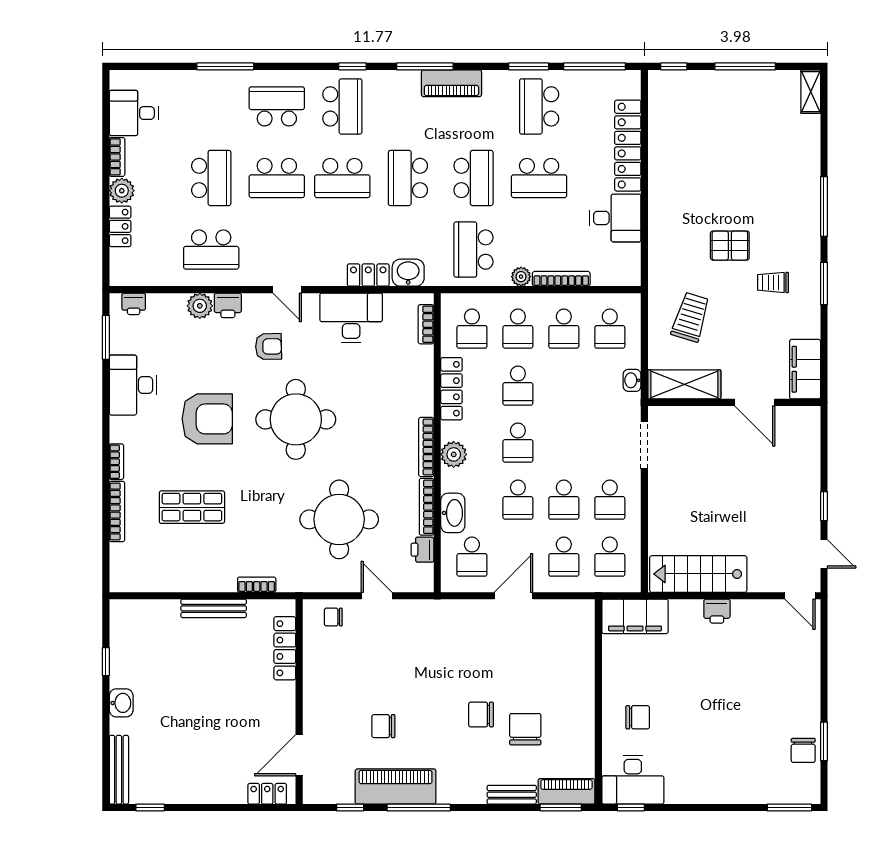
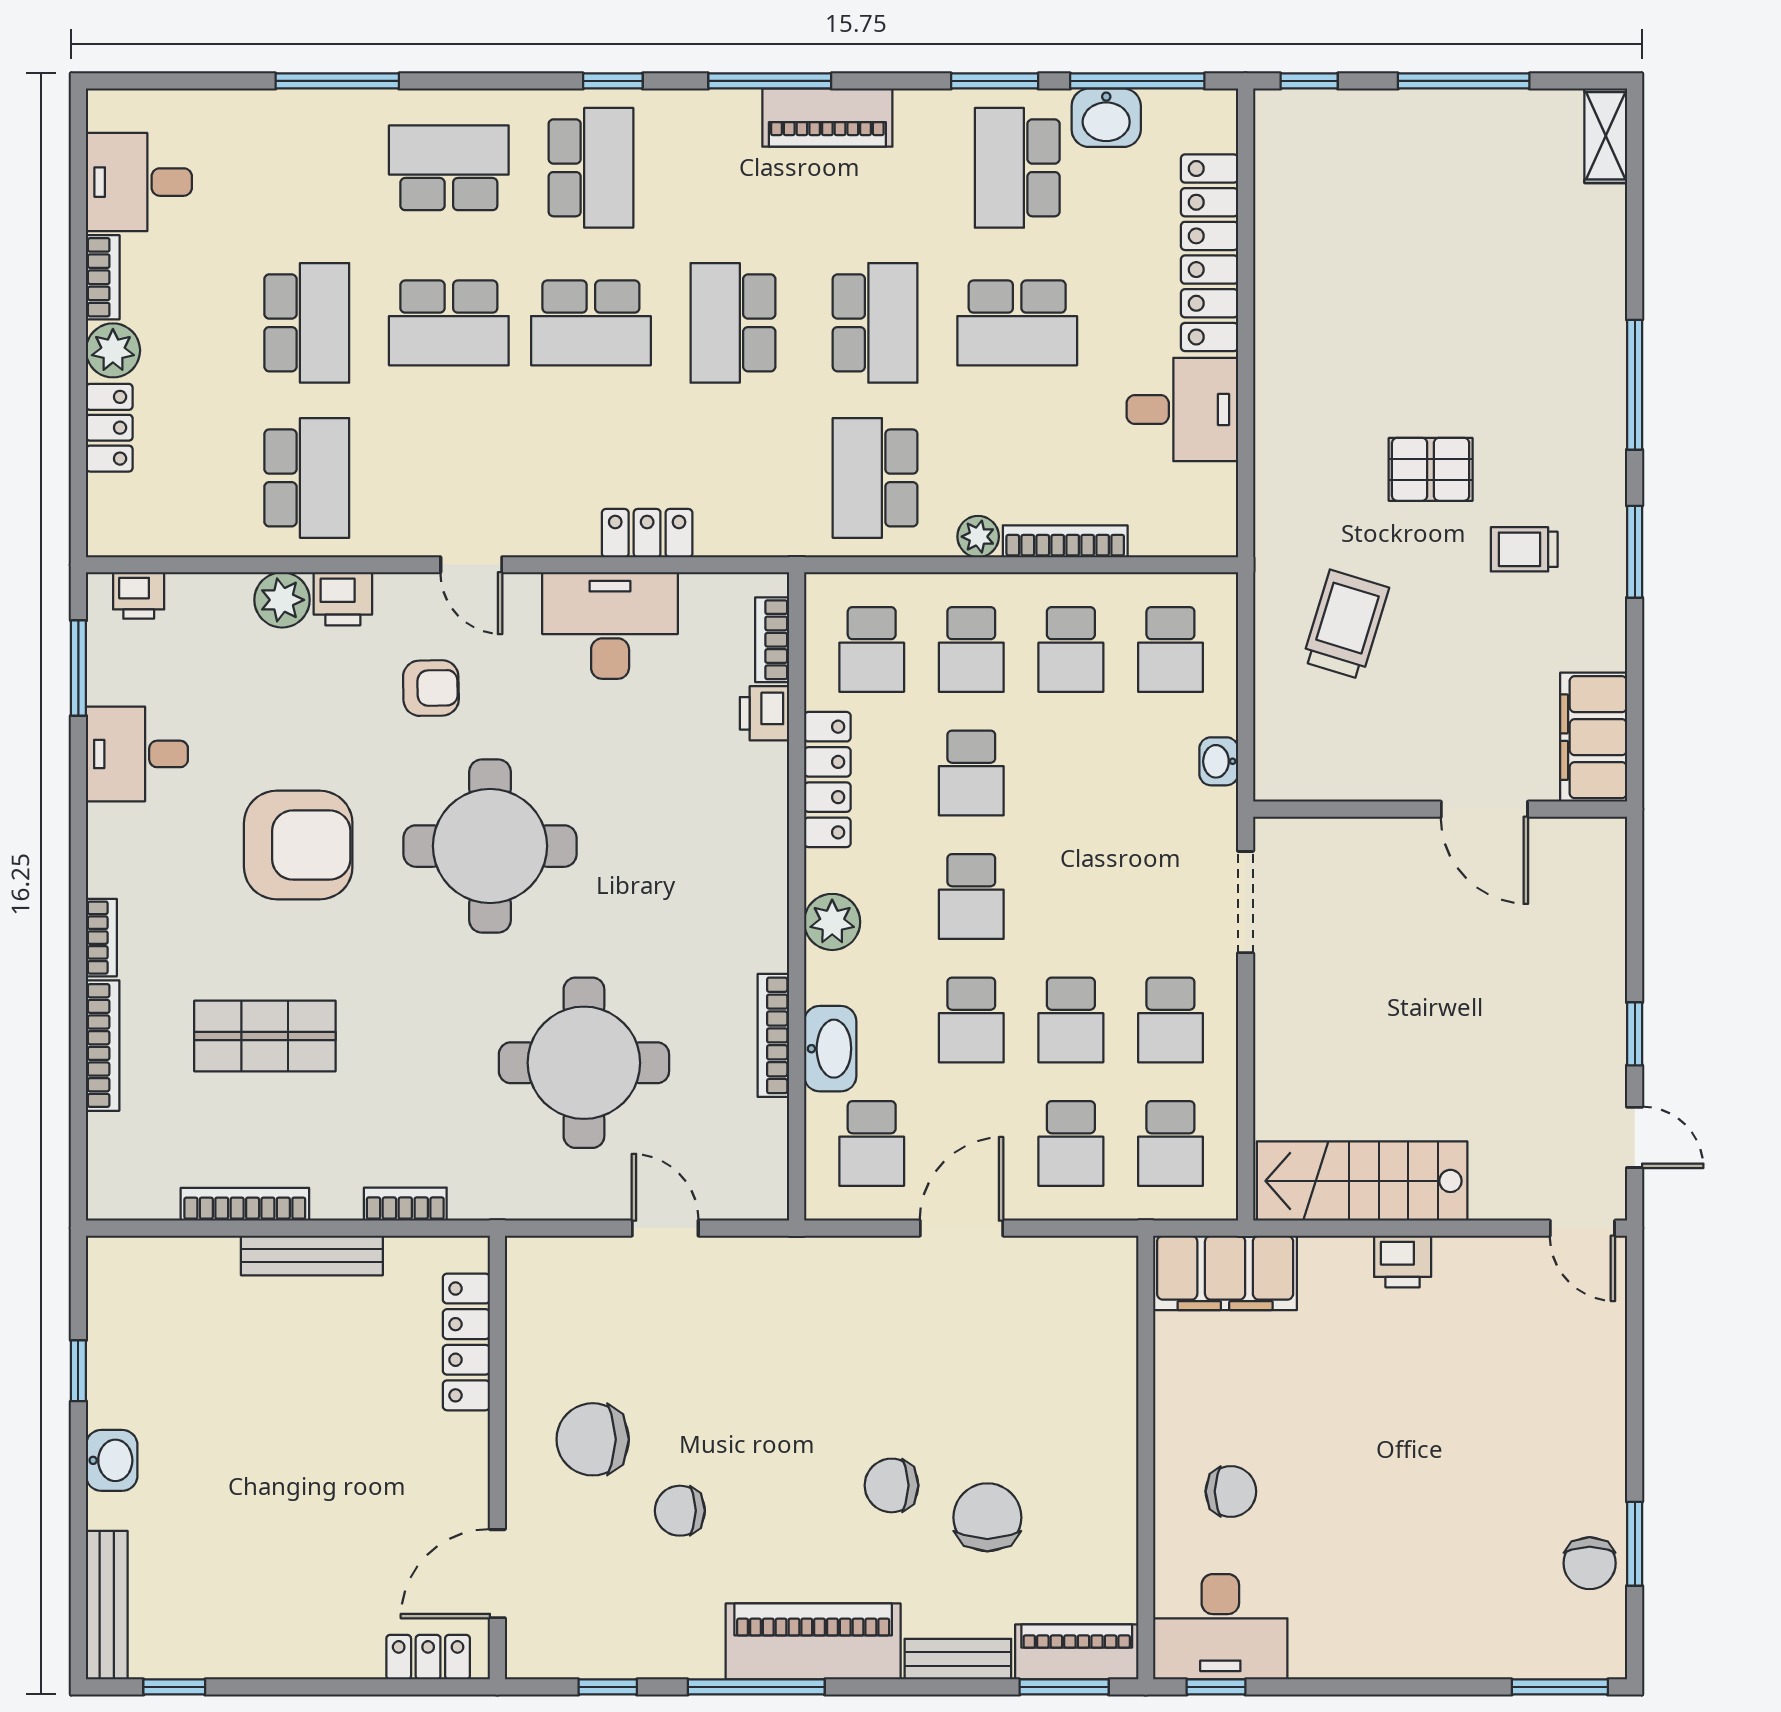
school desk: (211, 250) -> (307, 478), turned -90
washbasin: (408, 273) -> (1106, 118), moved, turned 180
shelving: (684, 384) -> (1332, 770), removed
desk: (133, 385) -> (137, 754), width x0.73
bookcase: (426, 447) -> (245, 1204), moved, turned 90
printer: (422, 550) -> (764, 713), moved
chair: (333, 617) -> (593, 1439), moved, width x1.87, depth x1.87
piano: (396, 787) -> (813, 1641), moved

